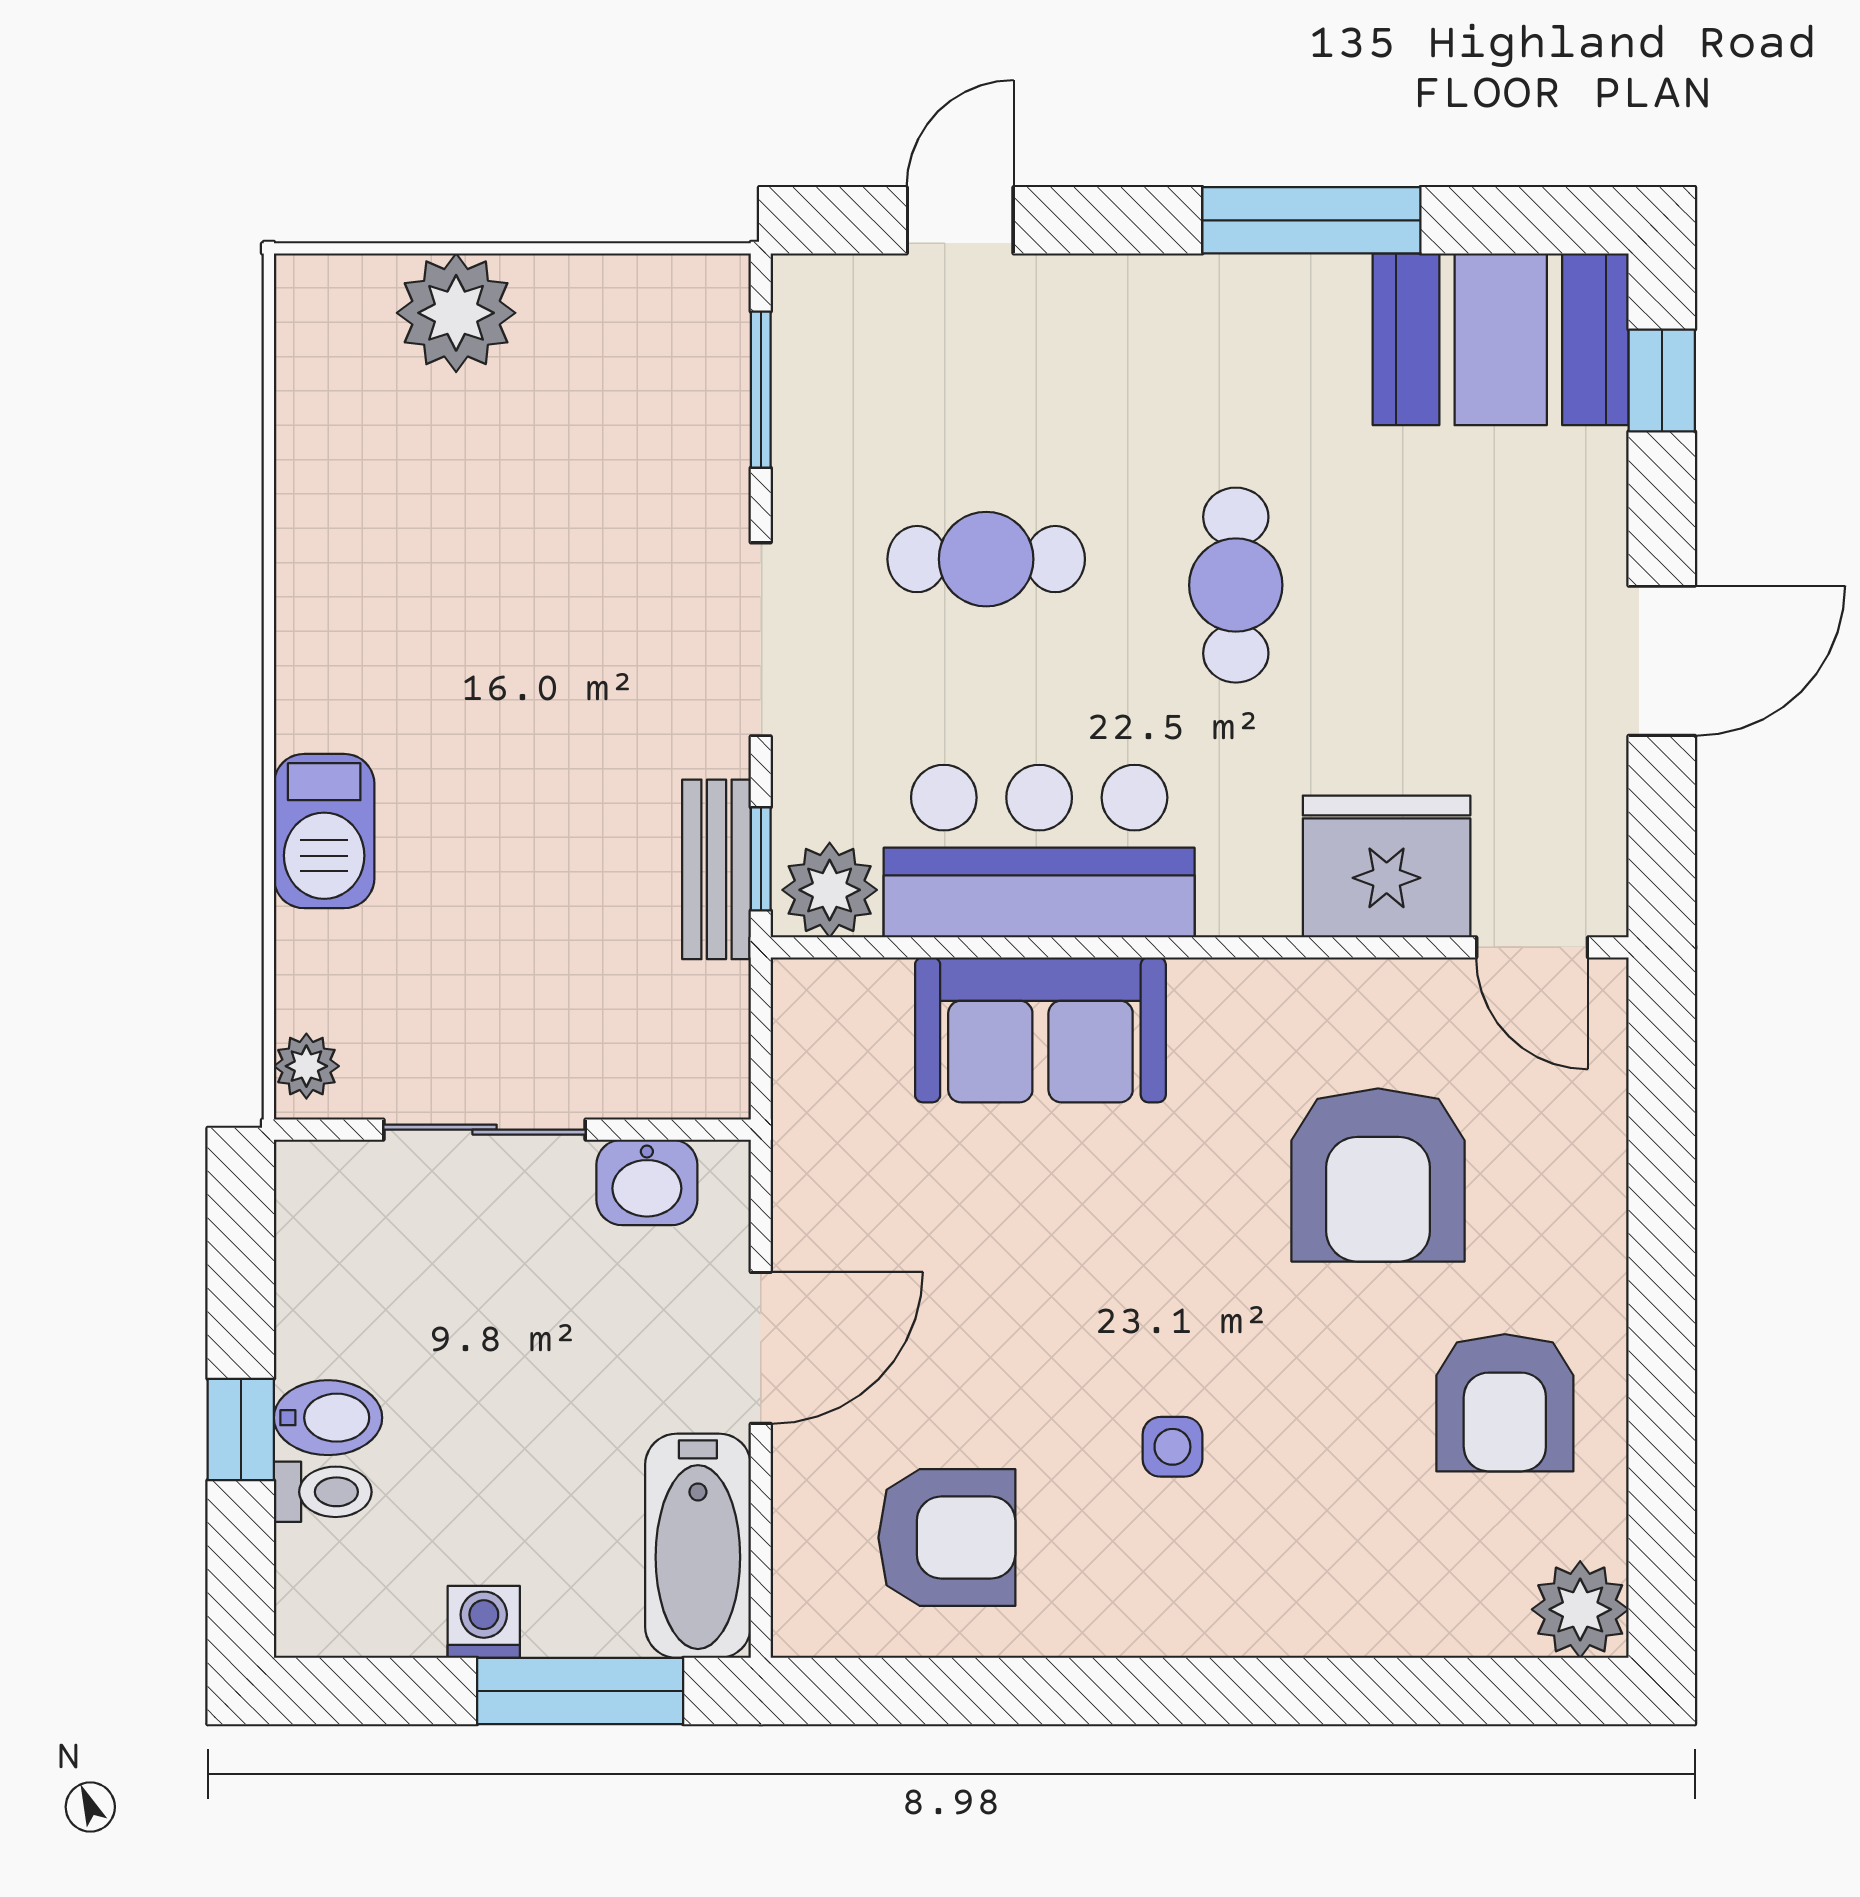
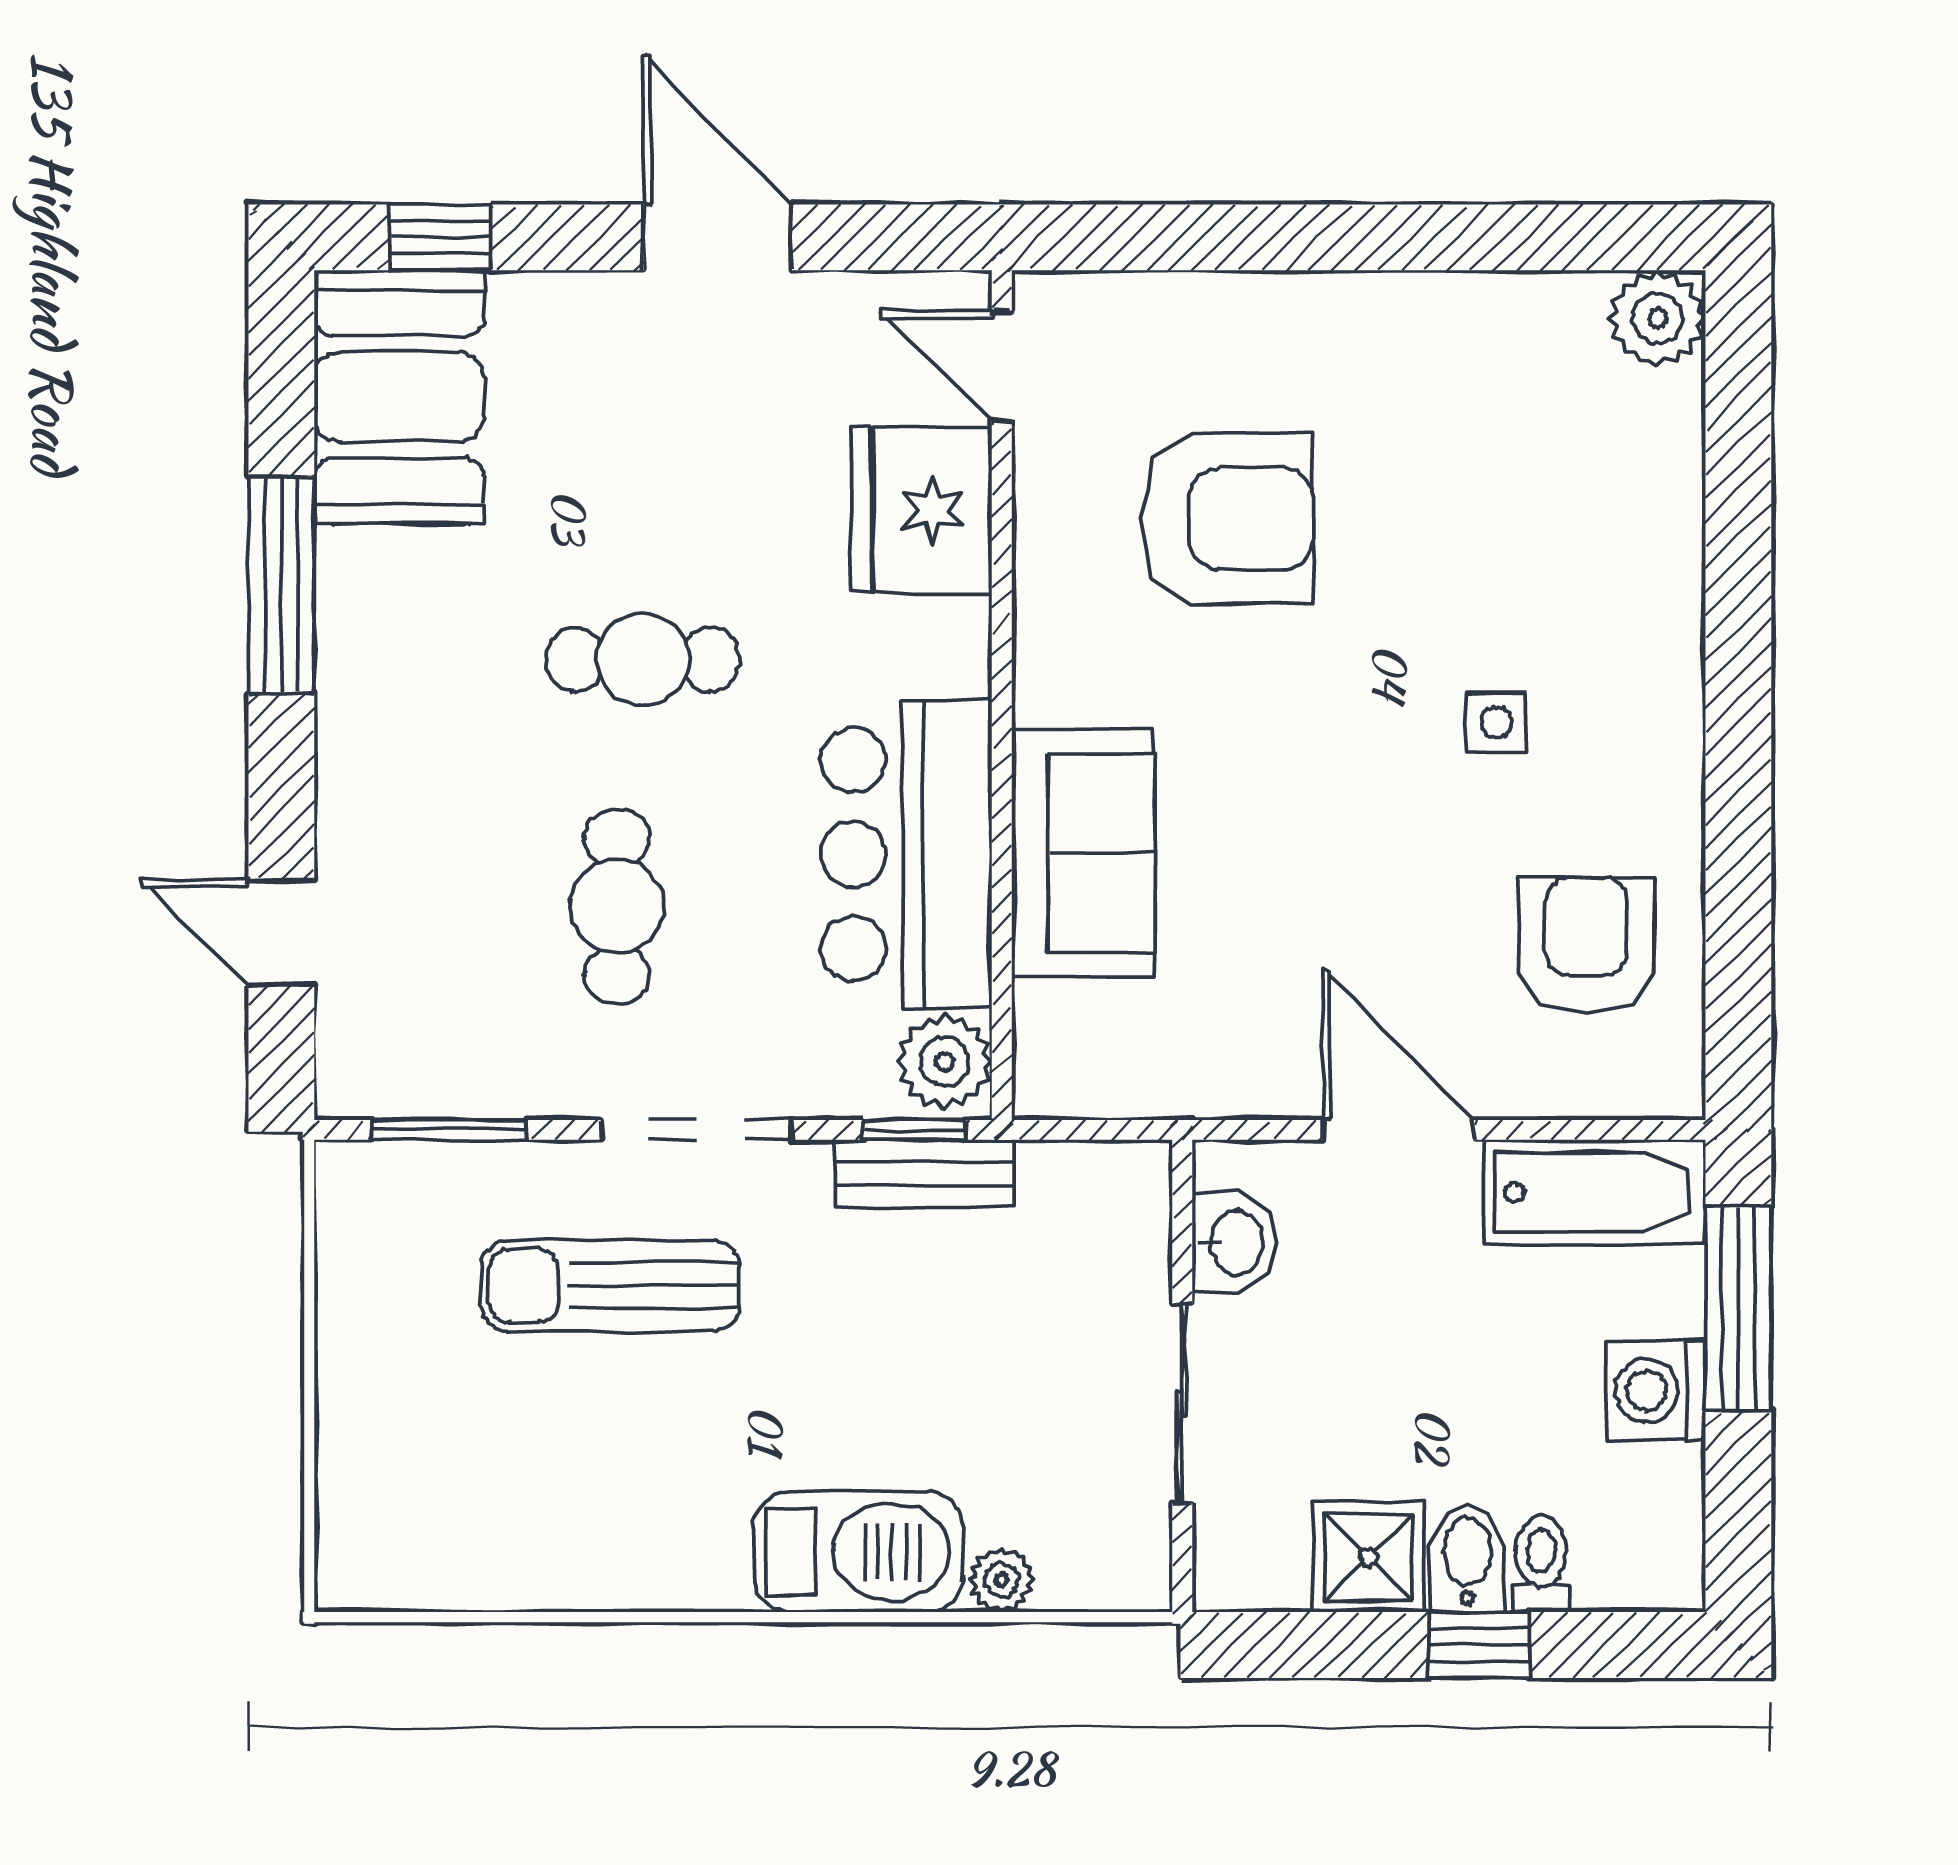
plant: (456, 313) -> (373, 1432), removed
sun lounger: (603, 552) -> (611, 1286), added
barbecue: (324, 831) -> (858, 1552), width x1.37, depth x1.21
door: (1532, 947) -> (1002, 366), swing flipped
plant: (306, 1066) -> (1002, 1580), moved
shower: (330, 1318) -> (1369, 1557), added
armchair: (1505, 1403) -> (1453, 393), removed
washing machine: (484, 1622) -> (1656, 1391), width x1.38, depth x1.38

